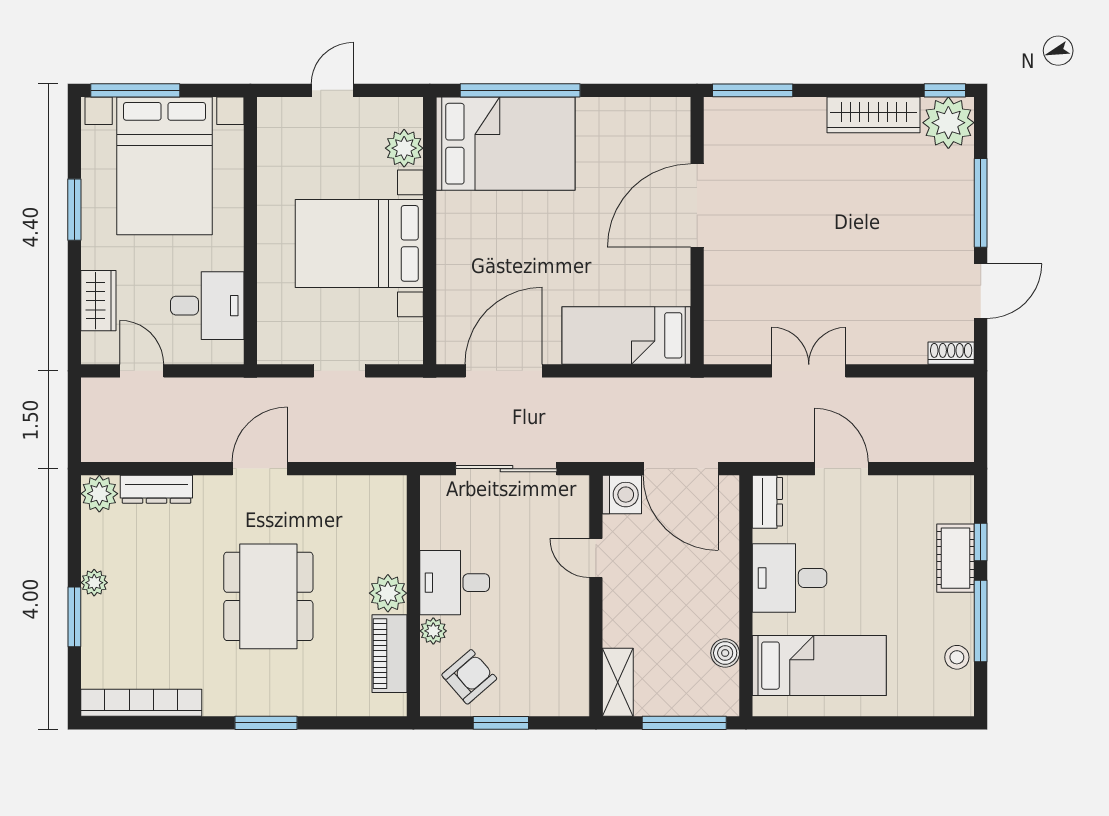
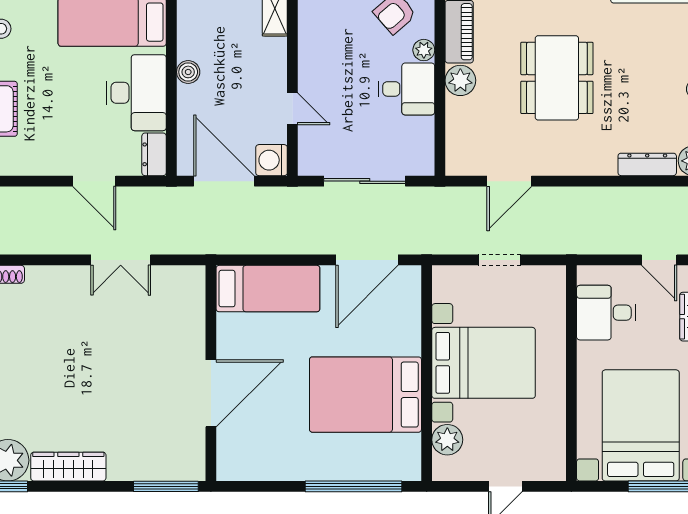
bed: (505, 144) -> (365, 395), moved
door: (260, 469) -> (509, 181), moved
desk: (790, 578) -> (136, 93), width x1.37
boiler: (725, 653) -> (188, 72), moved

